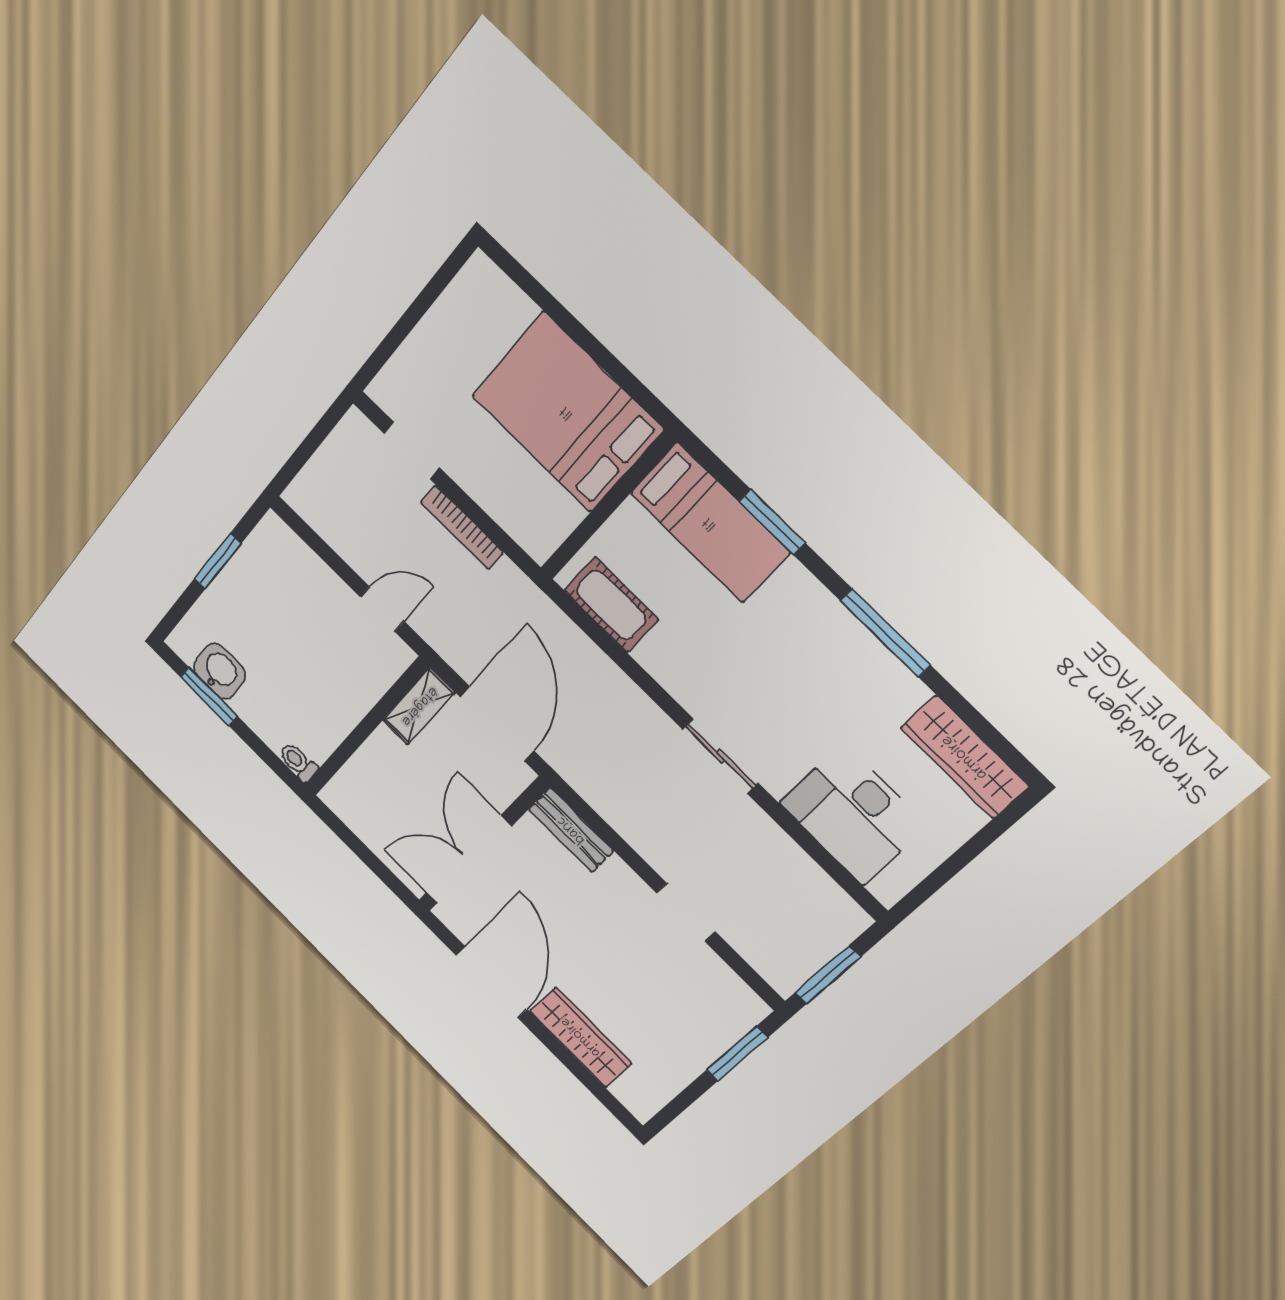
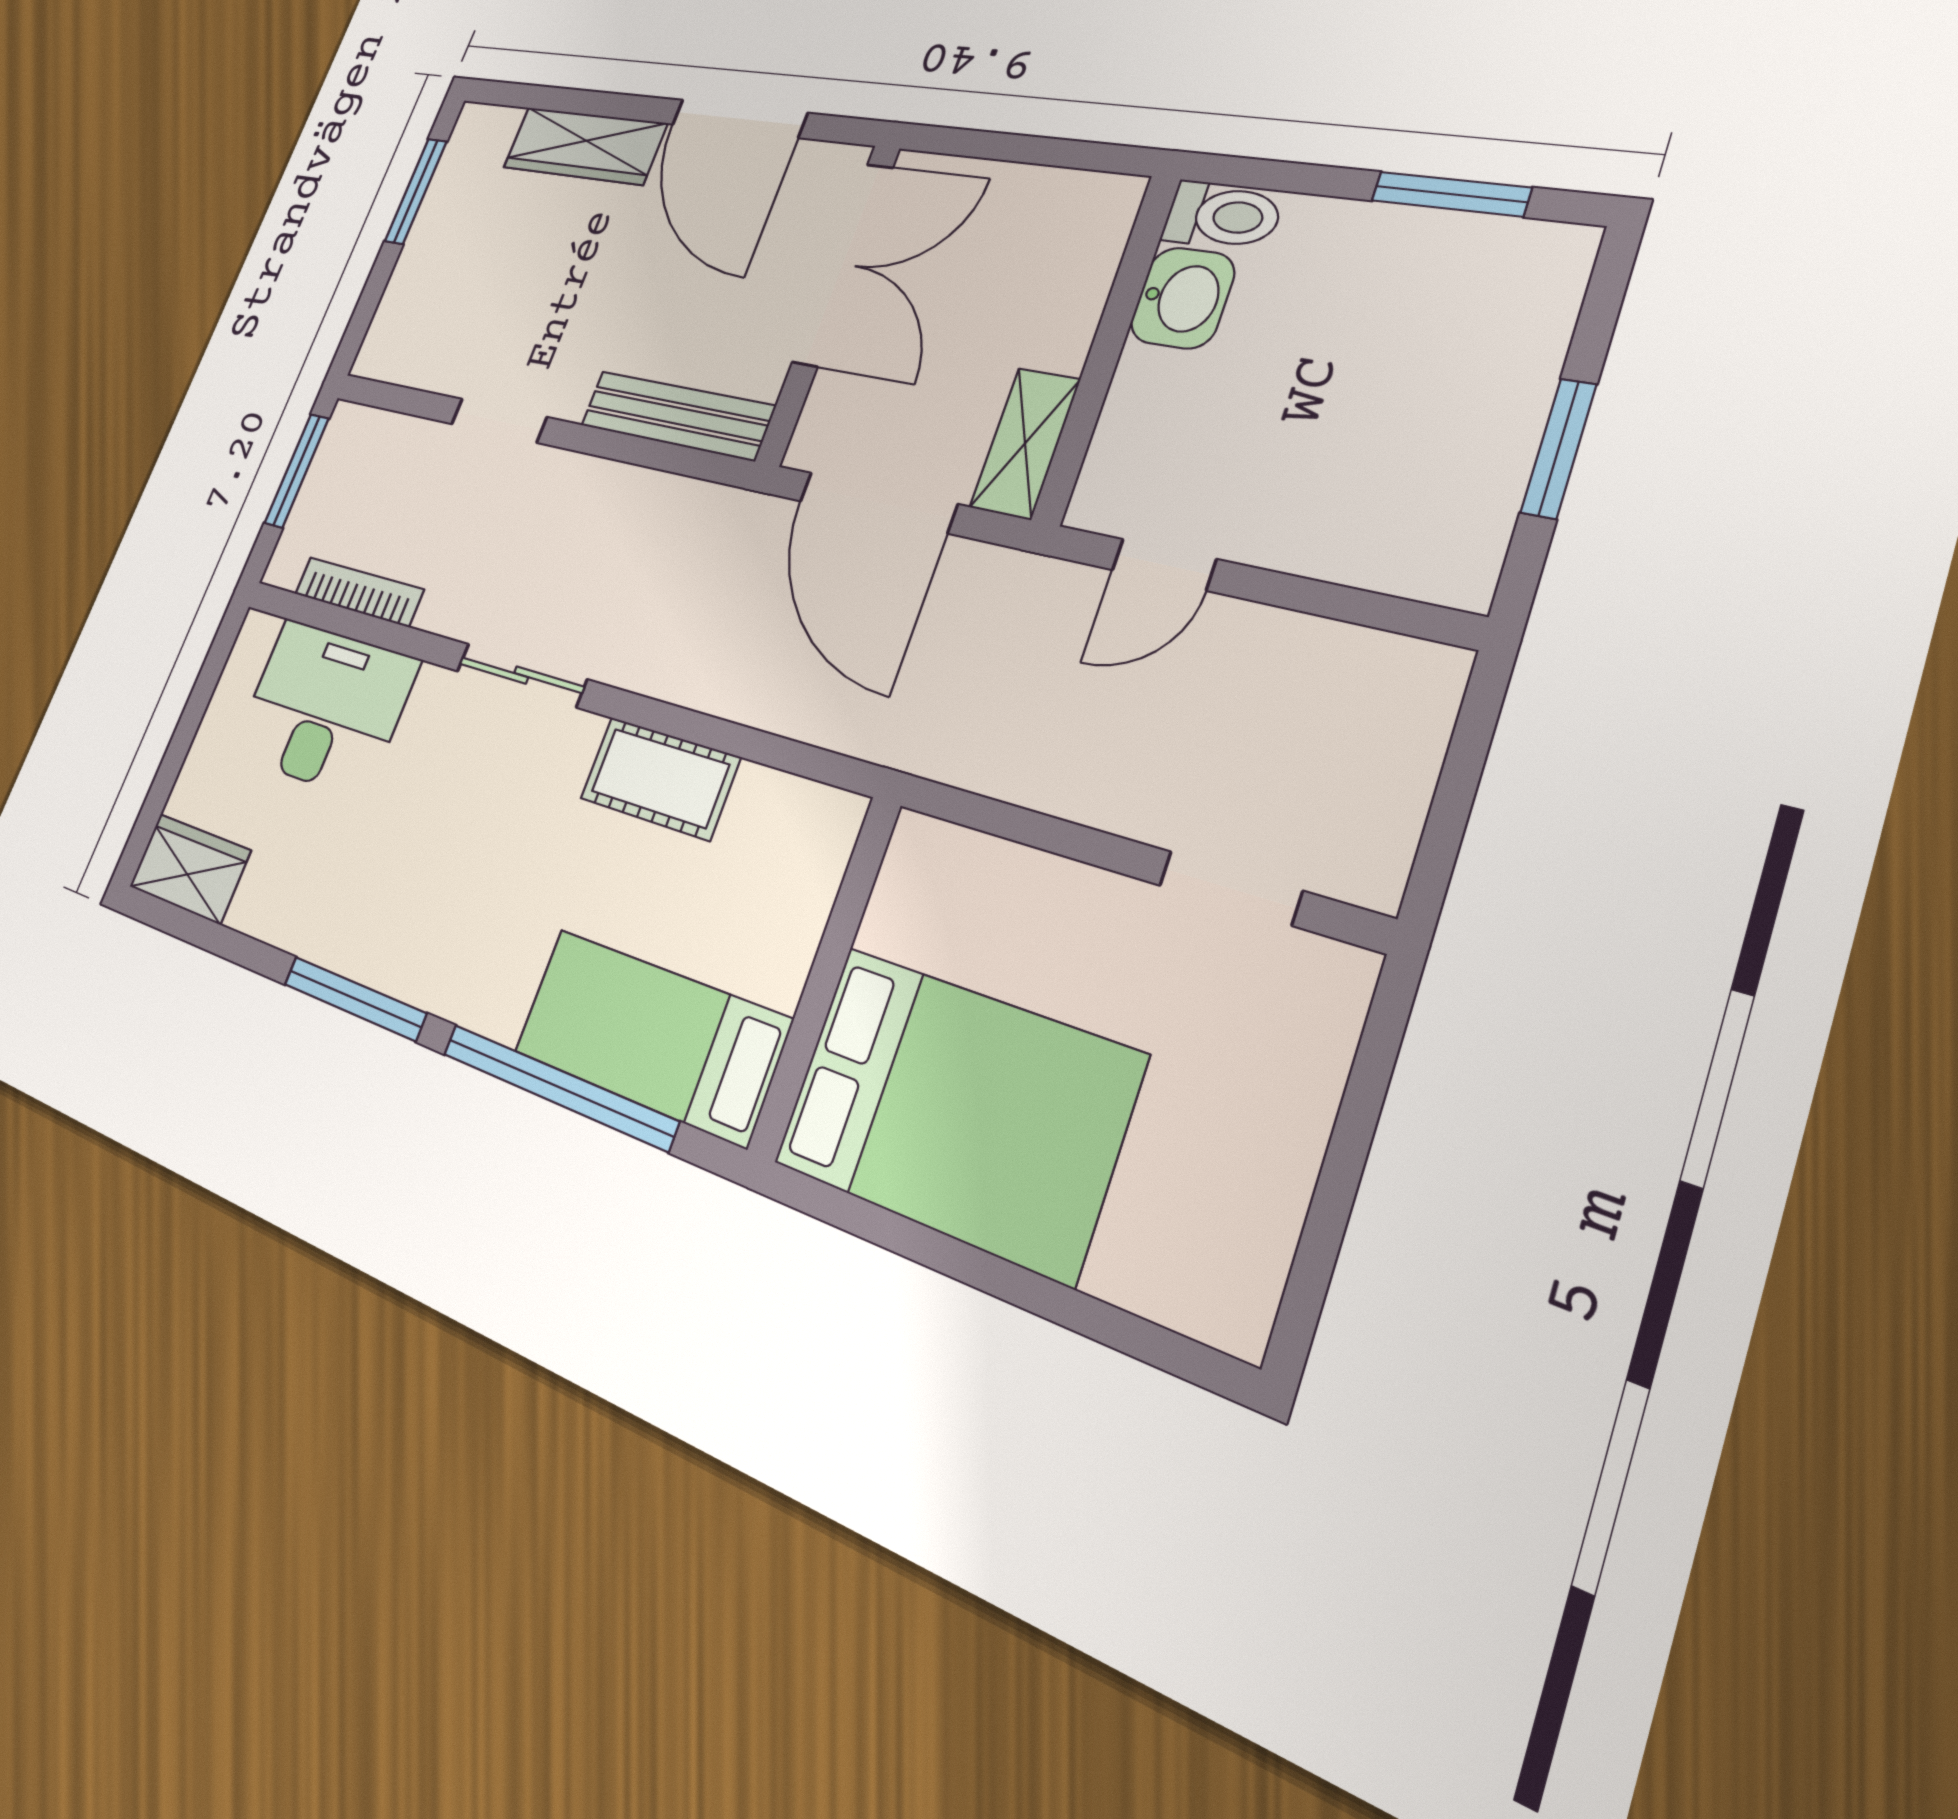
window: (772, 522) -> (558, 1087), width x2.11
bookcase: (462, 527) -> (359, 592), moved
cot: (611, 605) -> (660, 778), moved
washbasin: (220, 671) -> (1183, 298), moved, turned -90
wardrobe: (965, 757) -> (190, 869), width x0.67
toilet: (298, 762) -> (1223, 216), width x1.37, depth x1.39
bench: (571, 830) -> (677, 416), width x1.36
window: (737, 1054) -> (416, 191), moved

